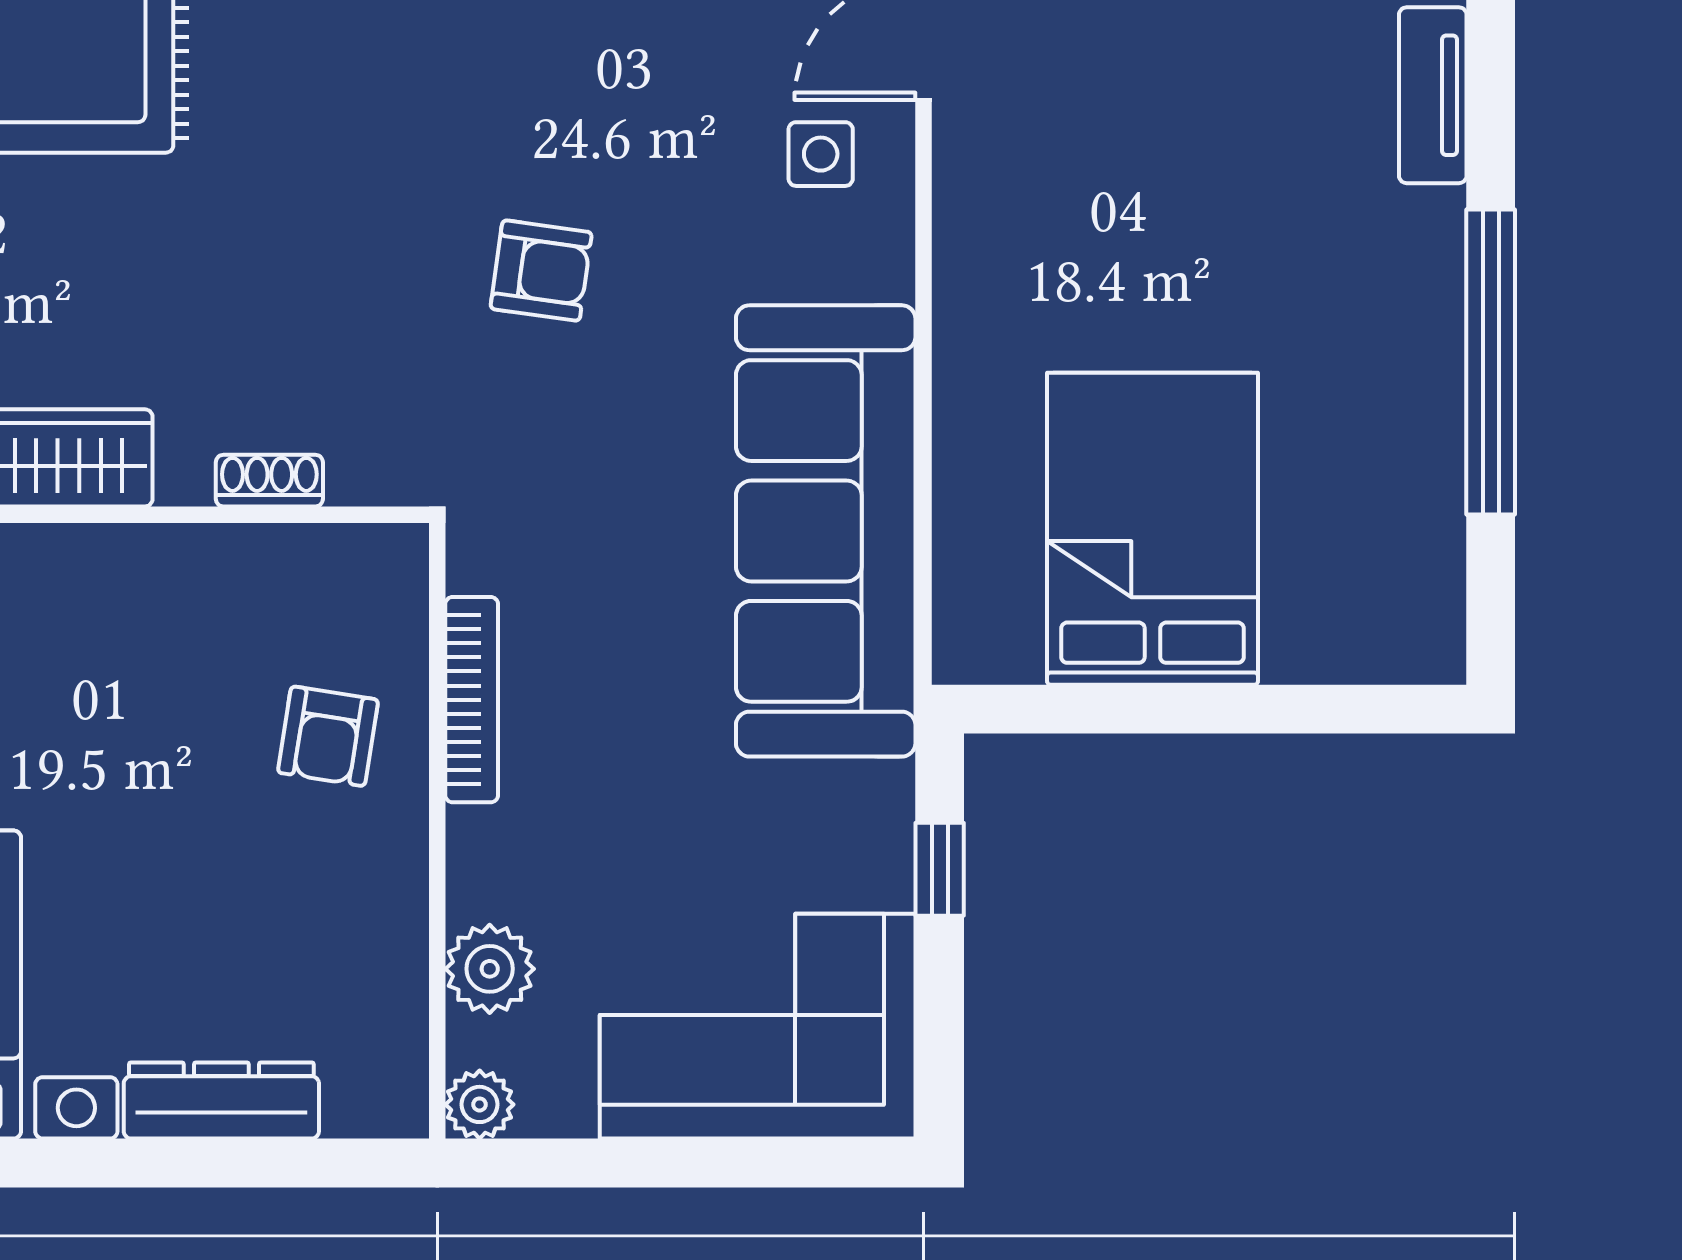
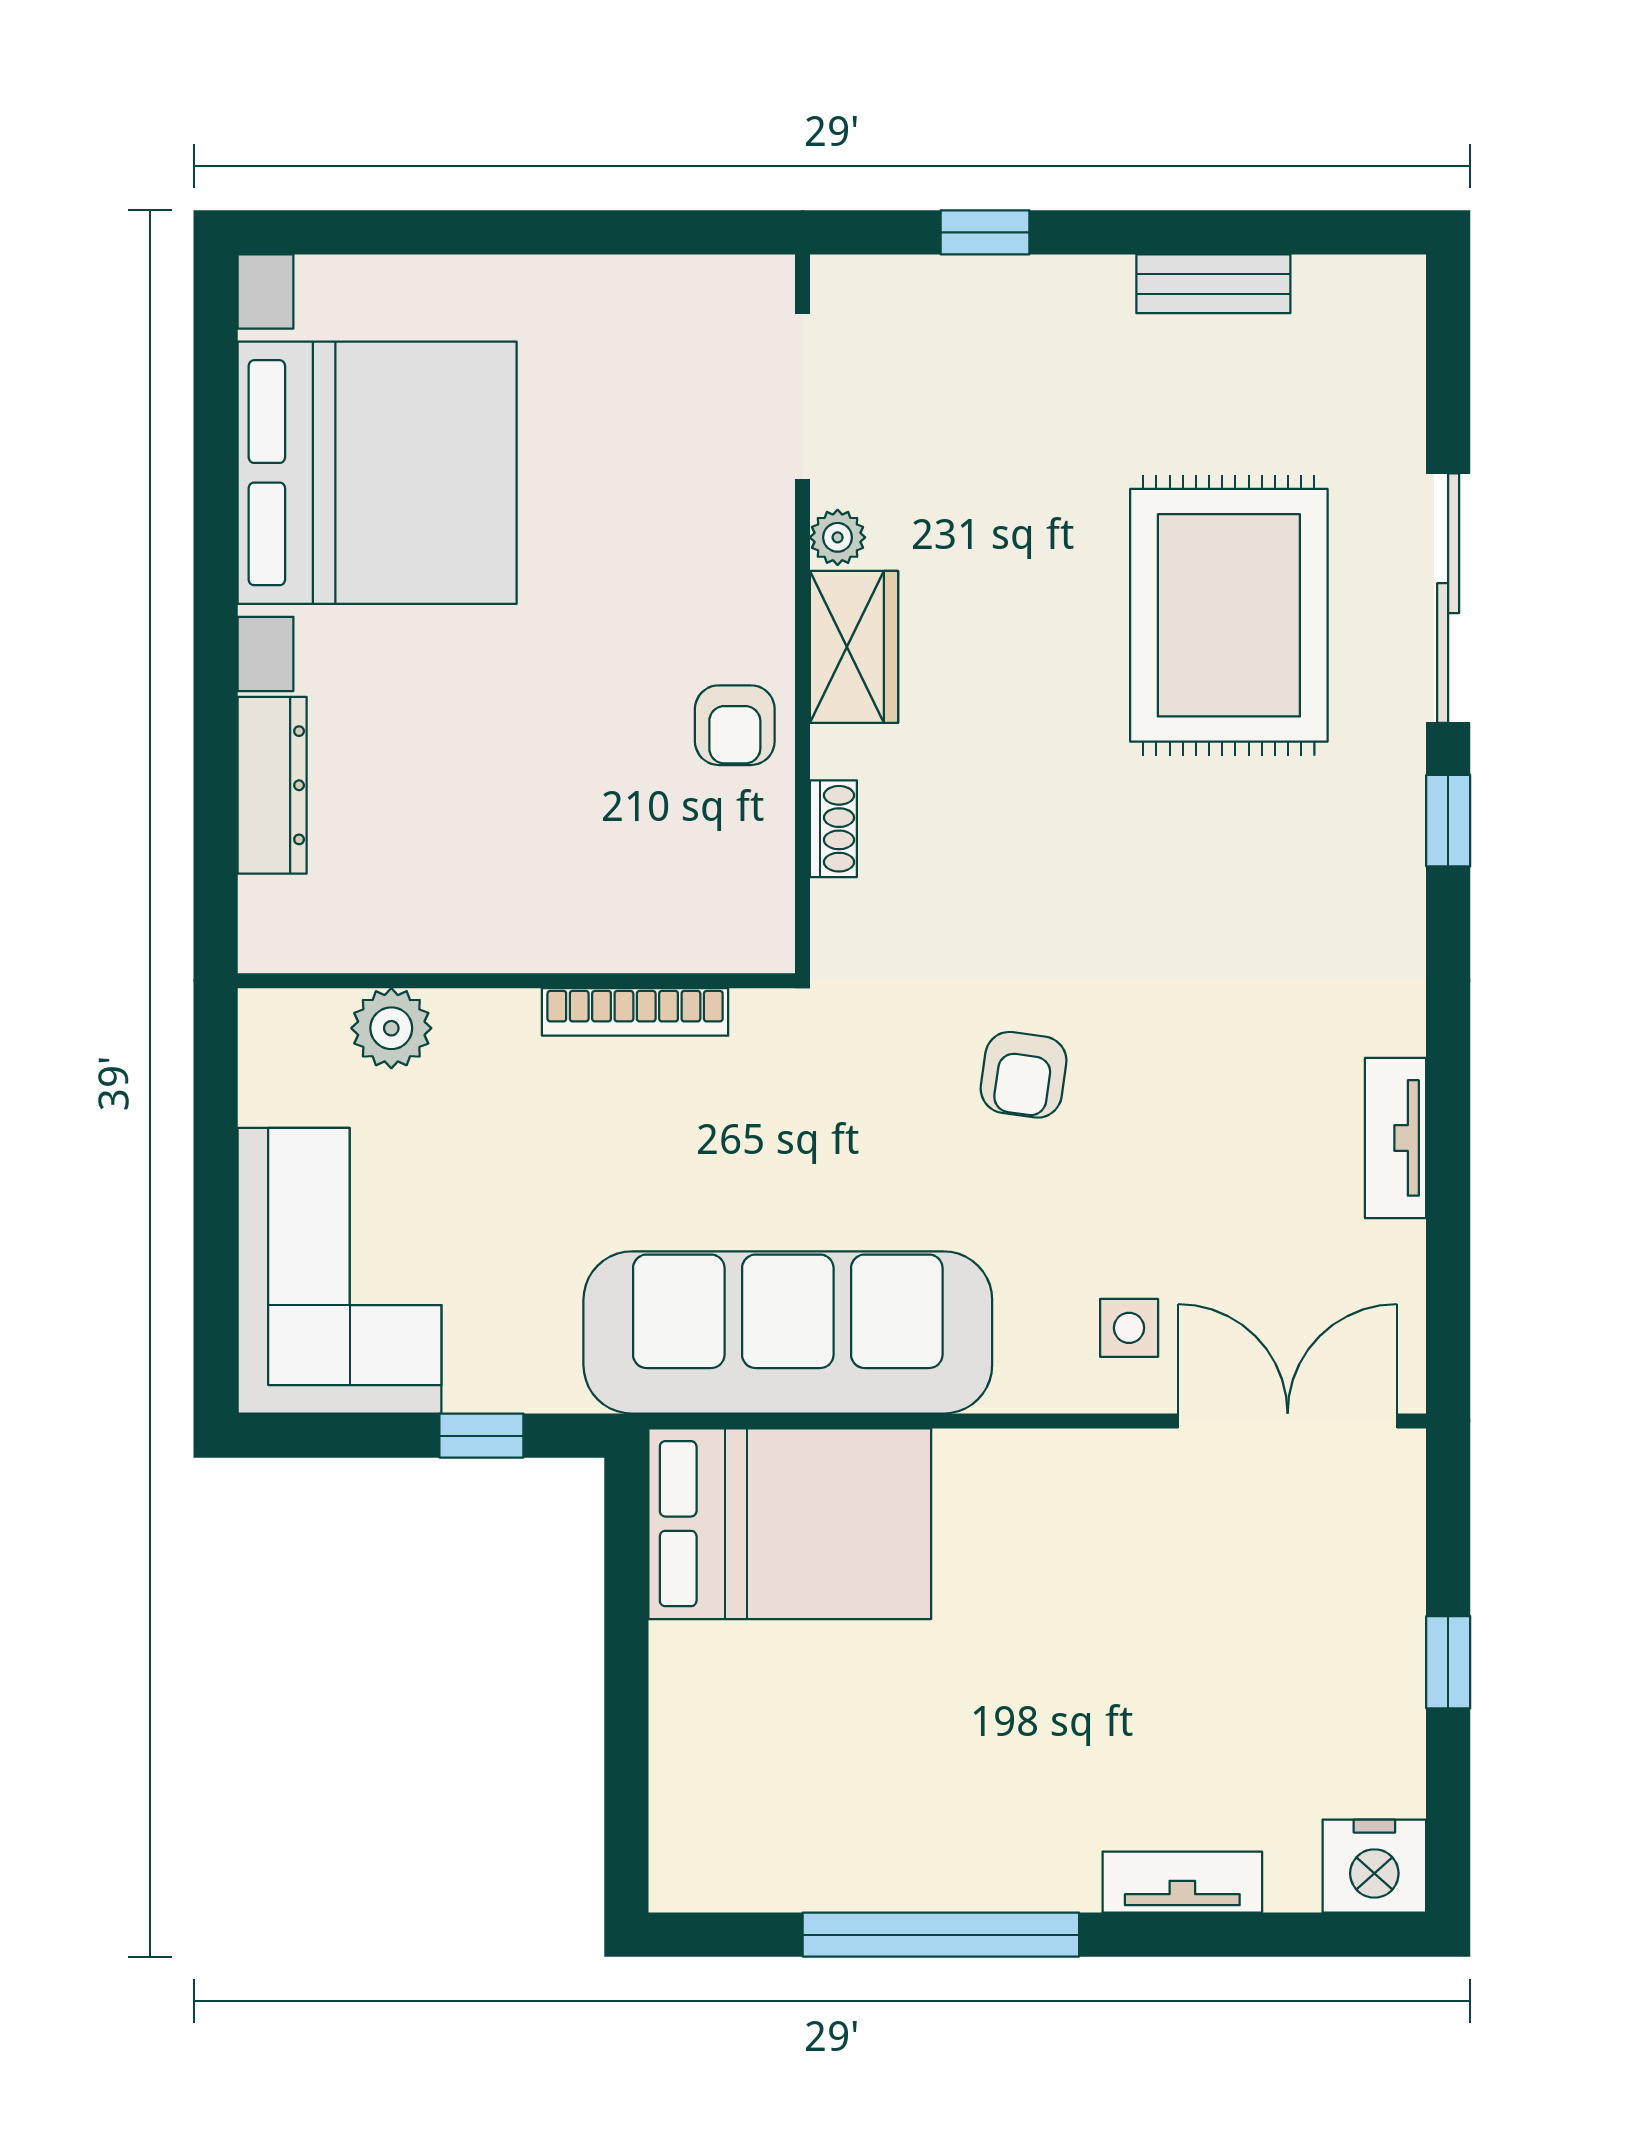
bed: (1152, 529) -> (790, 1524), moved
armchair: (328, 736) -> (735, 725), moved, turned -99
plant: (480, 1104) -> (269, 1019), removed

